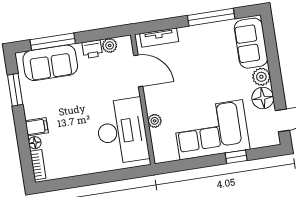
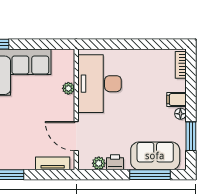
floor lamp: (35, 143) -> (180, 114), moved

